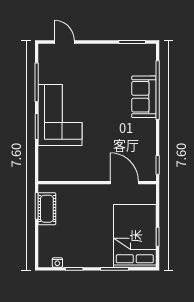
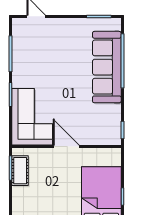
sofa: (144, 97) -> (107, 67), width x1.85, depth x1.27
corner sofa: (60, 115) -> (32, 117), moved
door: (124, 183) -> (66, 147), moved

